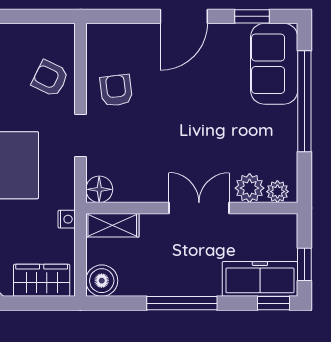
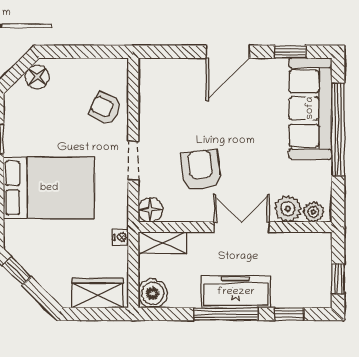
sofa: (274, 64) -> (310, 108), width x1.36
armchair: (116, 90) -> (201, 170), moved, width x1.38, depth x1.38
freezer: (260, 279) -> (236, 292), moved
window: (273, 303) -> (289, 314), moved

